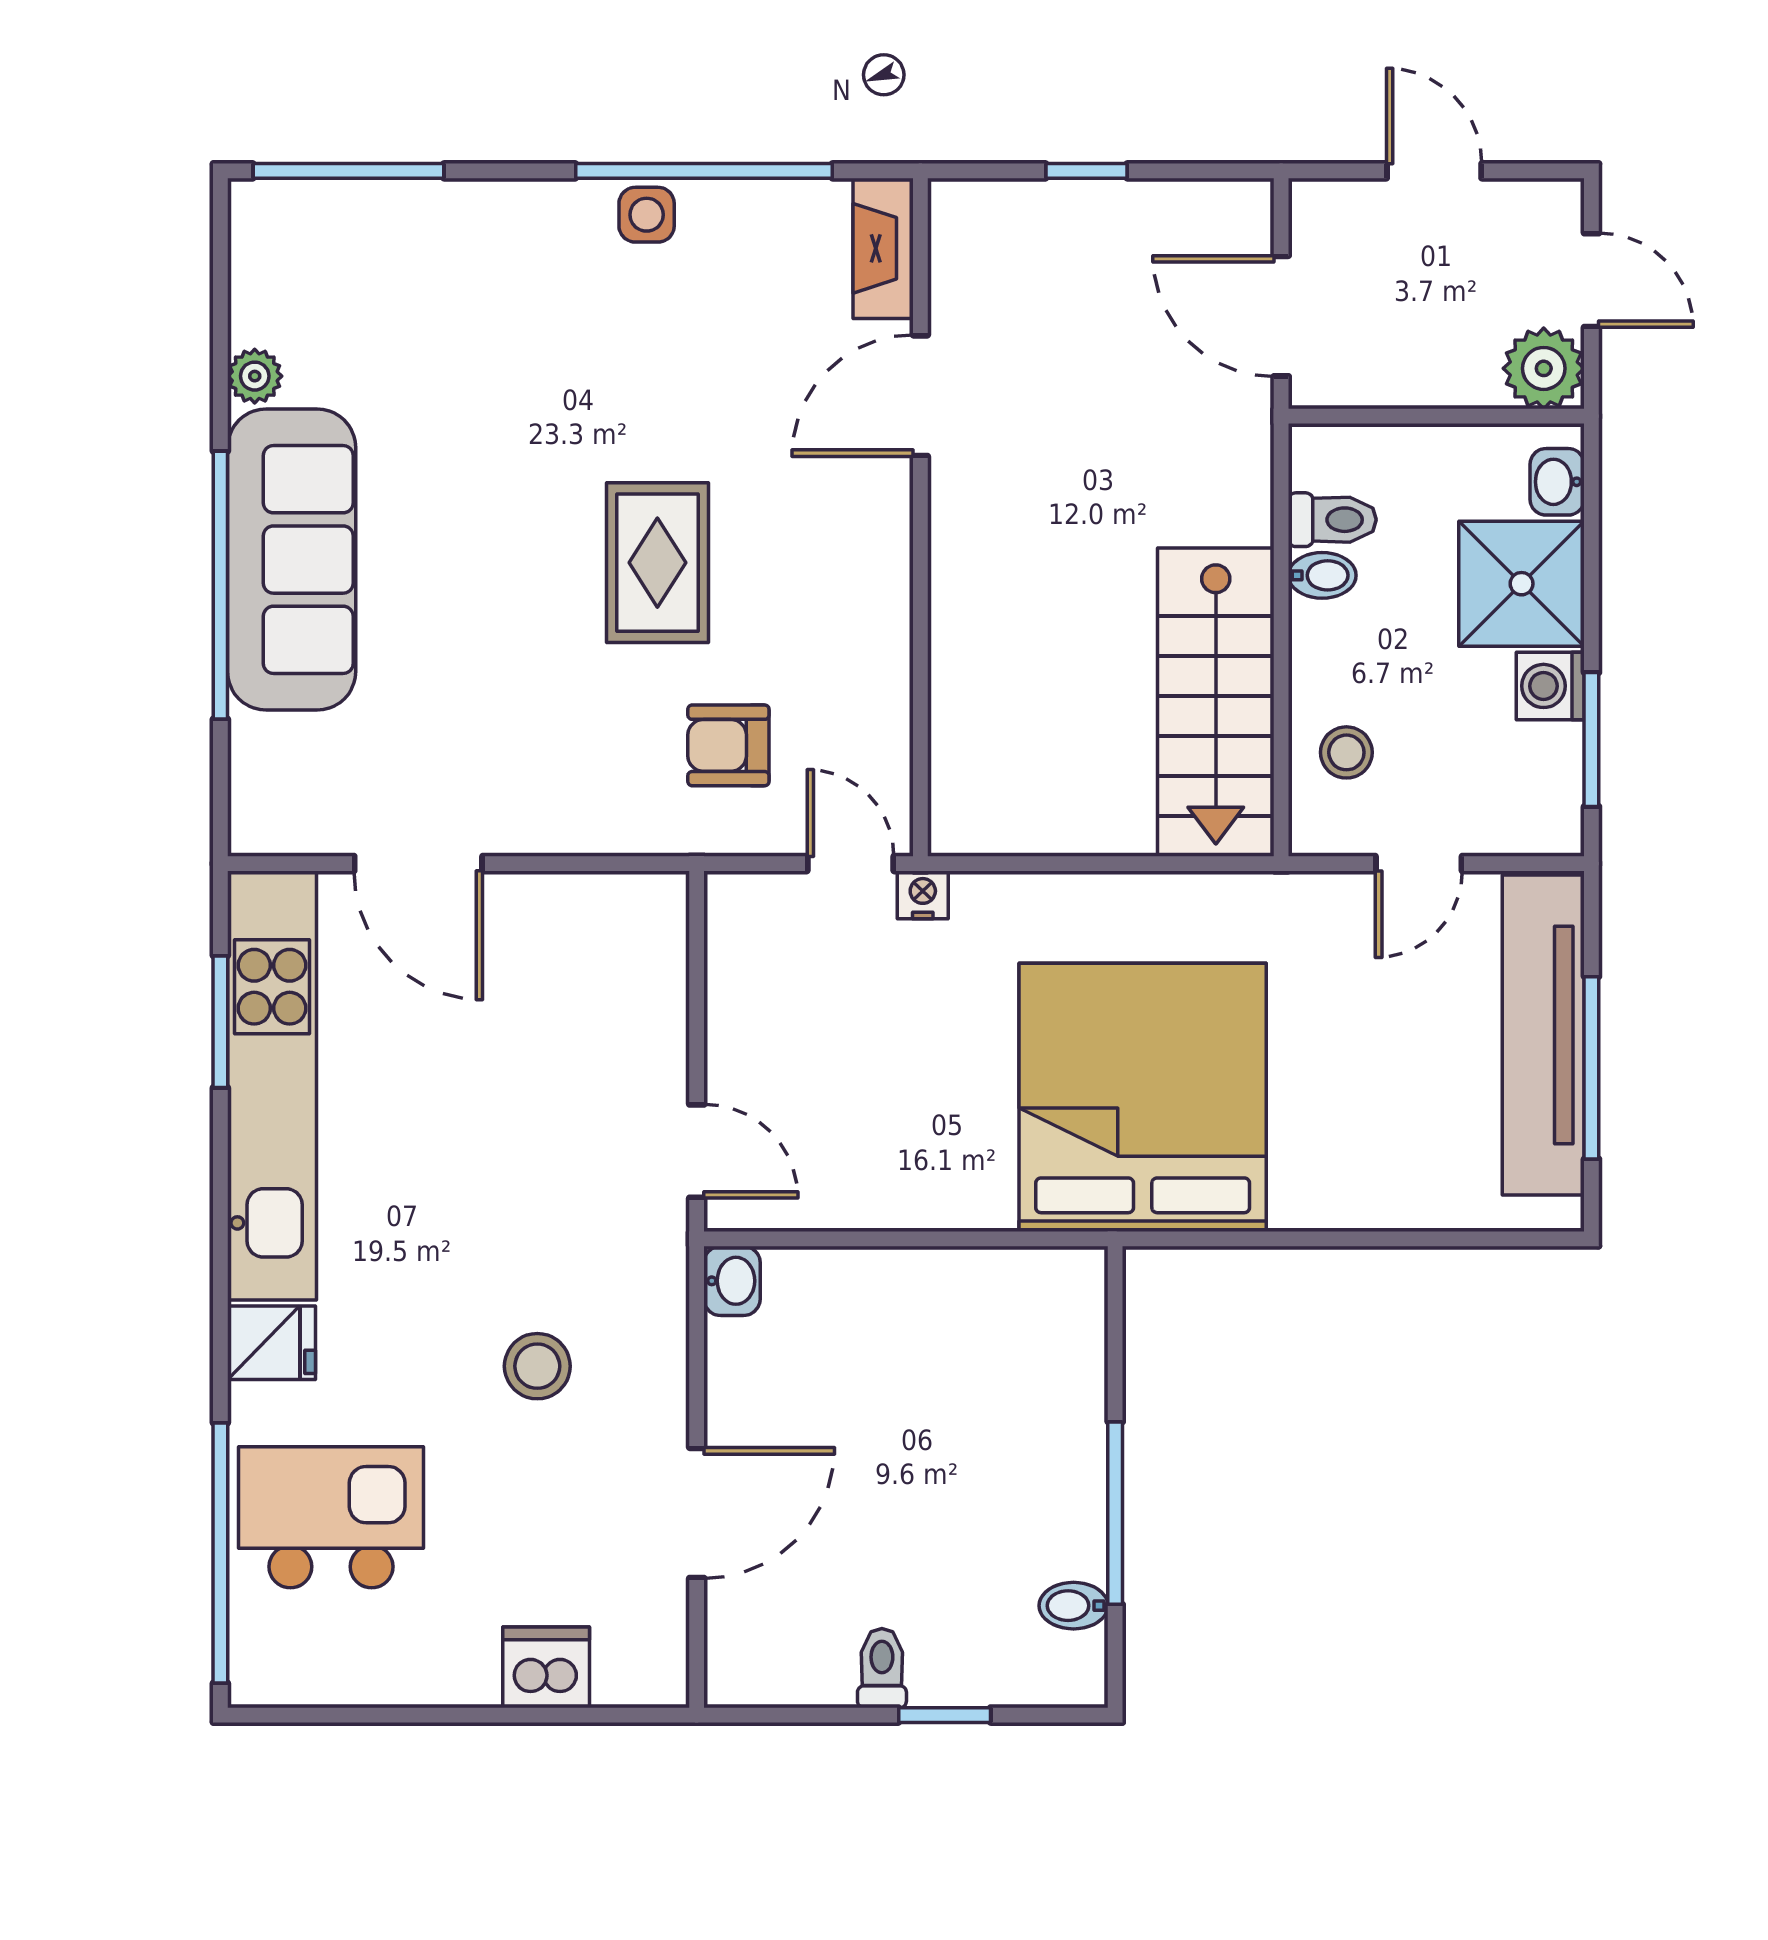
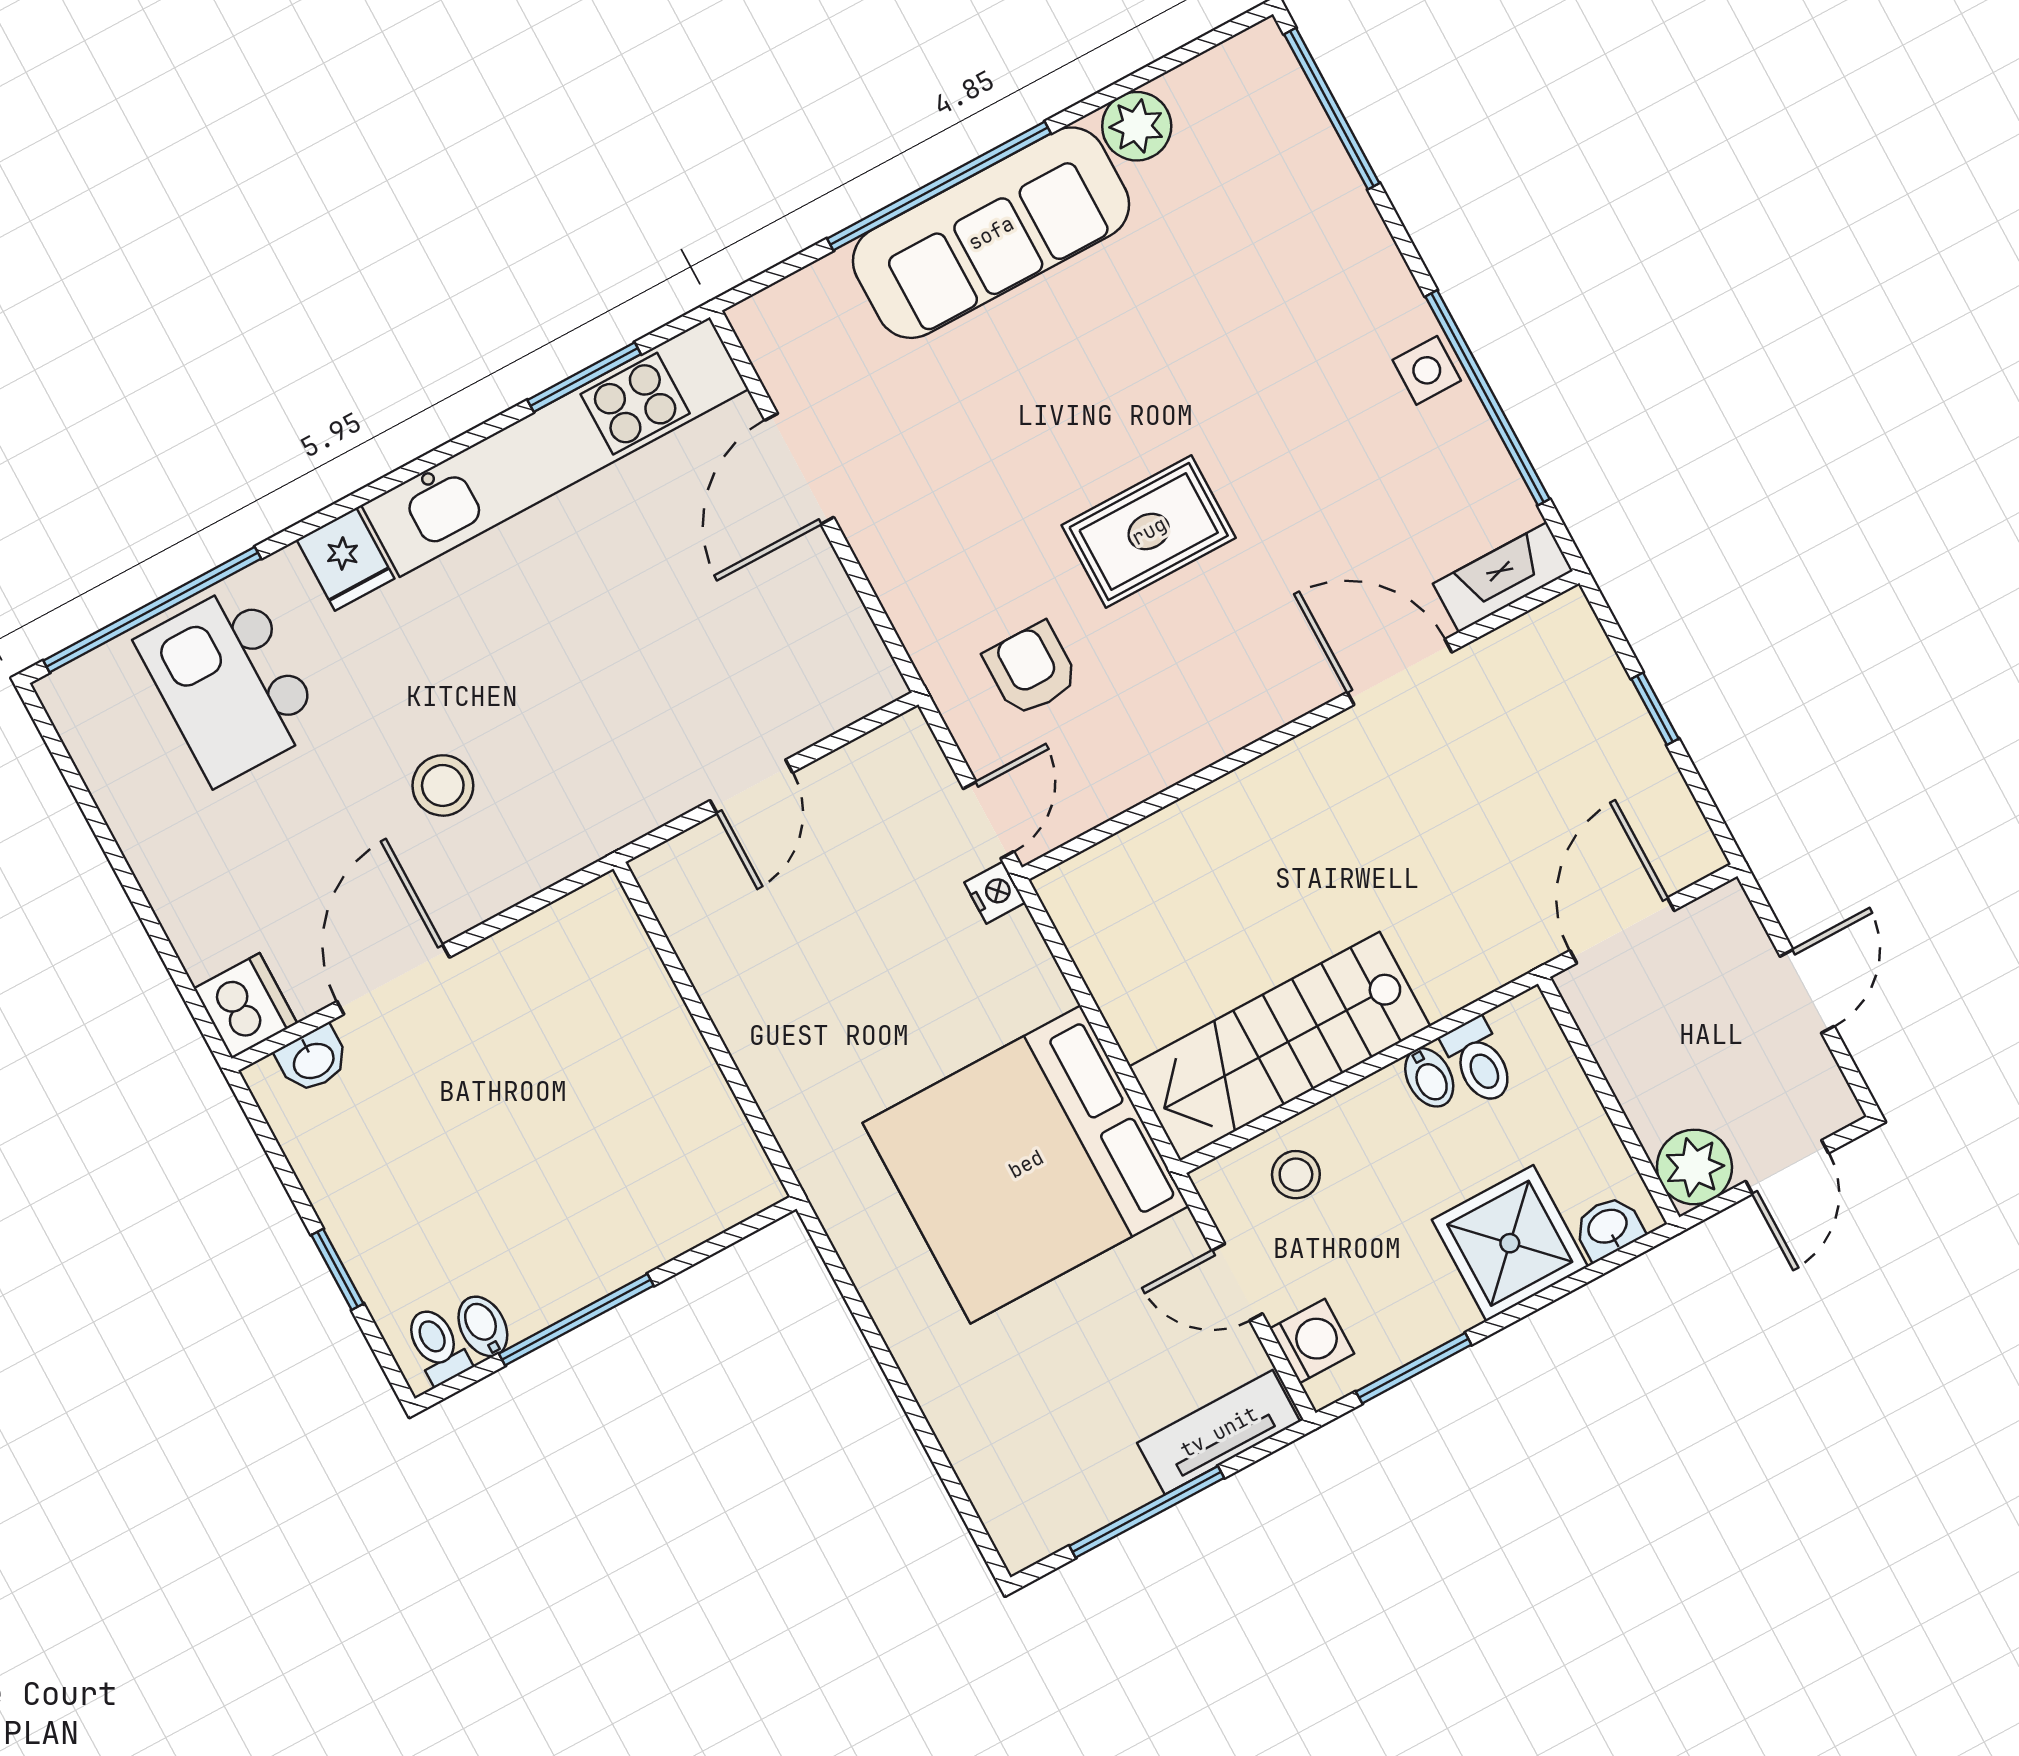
plant: (255, 376) -> (1137, 126), width x1.38, depth x1.38
washing machine: (1550, 686) -> (1312, 1341), moved, turned 90
tv unit: (1543, 1035) -> (1219, 1432), width x0.52, depth x0.78
bed: (1143, 1097) -> (1026, 1164), moved, turned 180
door: (697, 1151) -> (751, 787), moved
washbasin: (732, 1281) -> (313, 1060), moved
door: (697, 1513) -> (393, 979), swing flipped
kitchen island: (331, 1517) -> (230, 684), turned 180
dishwasher: (546, 1667) -> (246, 1006), moved
toilet: (882, 1668) -> (437, 1345), moved, turned -90

